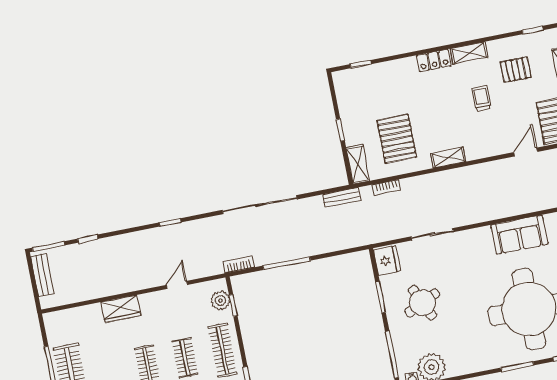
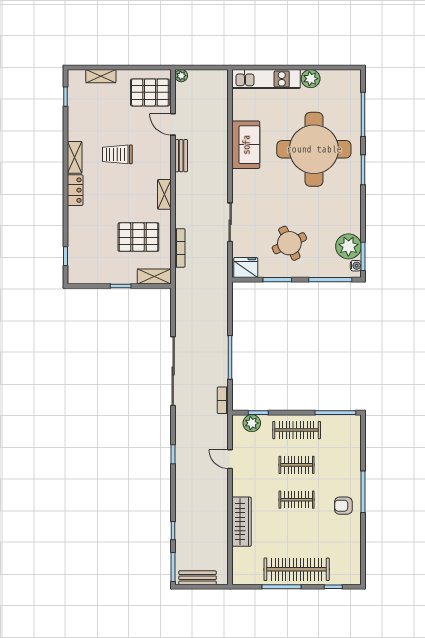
pallet: (516, 70) -> (98, 119), removed
trolley: (481, 98) -> (117, 154), width x1.36, depth x1.39
bookcase: (386, 187) -> (180, 248), width x1.56
bench: (342, 198) -> (181, 156), moved
wardrobe: (121, 309) -> (242, 522), width x1.50

